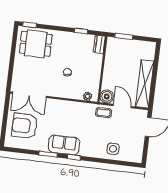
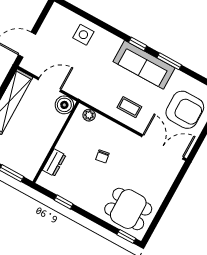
dresser: (99, 44) -> (54, 163), moved
door: (122, 106) -> (50, 85), swing flipped
coffee table: (104, 113) -> (129, 107), moved
sofa: (64, 145) -> (144, 65), width x1.36

